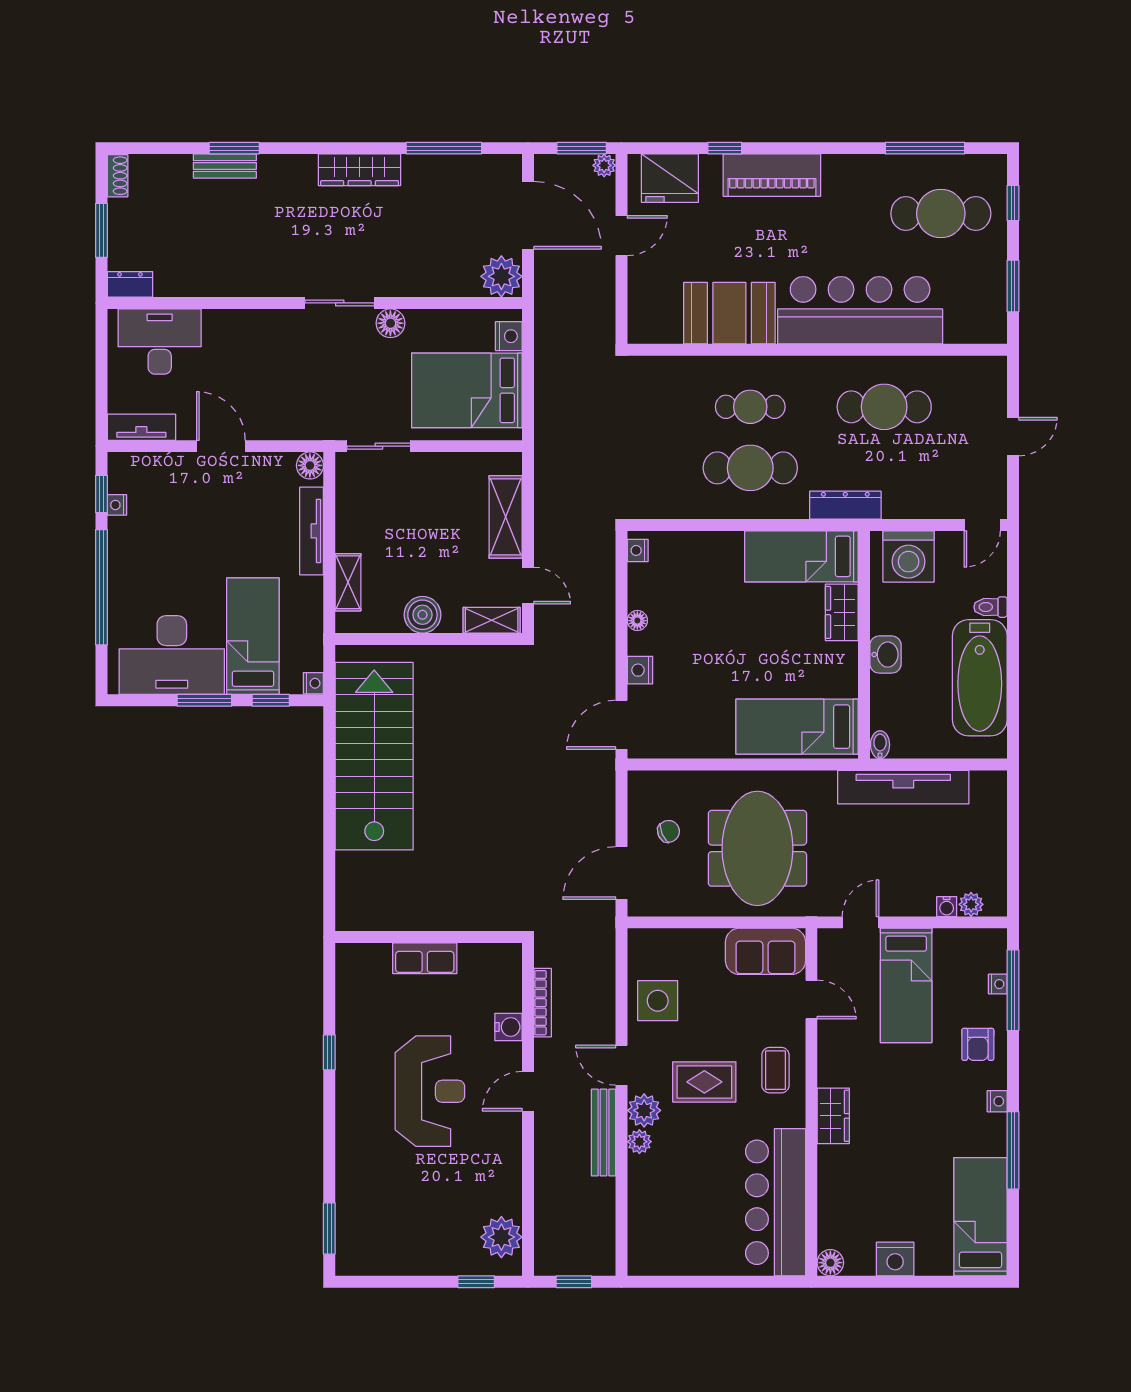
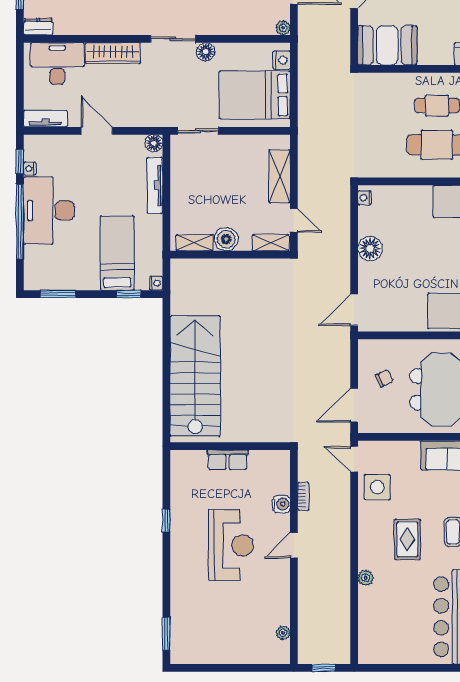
plant: (501, 276) -> (283, 28), width x0.53, depth x0.53
booth: (729, 313) -> (387, 45), moved
wardrobe: (246, 325) -> (113, 53), added
shelving: (348, 582) -> (195, 243), moved, turned 90
floor lamp: (637, 621) -> (370, 249), width x1.89, depth x1.89
desk: (172, 655) -> (49, 211), moved, turned 90
nightstand: (640, 670) -> (366, 275), removed
window: (204, 700) -> (58, 294), moved
stairs: (374, 756) -> (195, 376), moved
bookcase: (543, 1003) -> (303, 496), width x0.64
door: (621, 1065) -> (354, 459), moved
rug: (704, 1082) -> (407, 539), turned 90
plant: (644, 1110) -> (369, 558), removed
bench: (603, 1133) -> (343, 572), removed
plant: (501, 1237) -> (283, 633), width x0.53, depth x0.53
window: (476, 1282) -> (261, 668), removed

